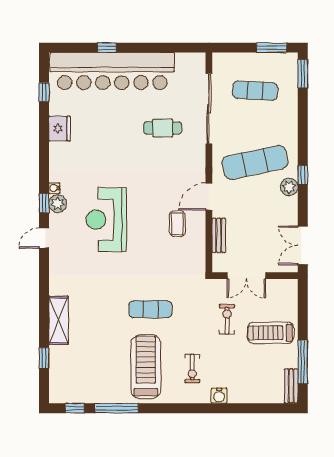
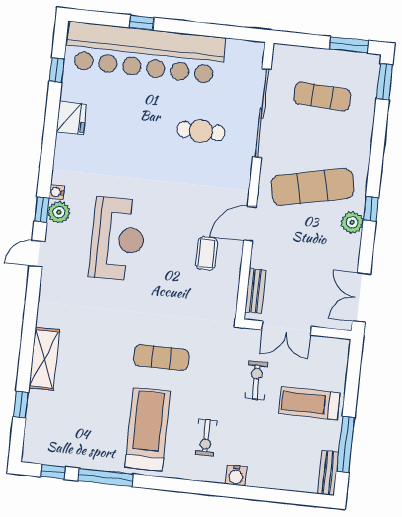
reception desk: (106, 220) -> (118, 239), turned 180
bench: (219, 235) -> (255, 291), moved

